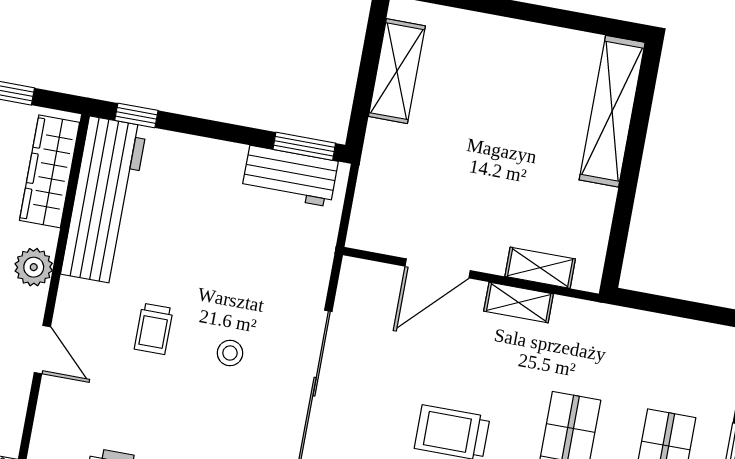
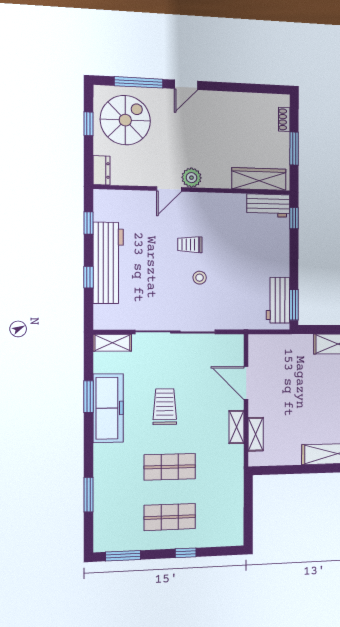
workbench: (104, 200) -> (268, 205), width x0.53, depth x0.76
plant: (34, 267) -> (191, 178), moved
stool: (230, 353) -> (200, 278), moved

